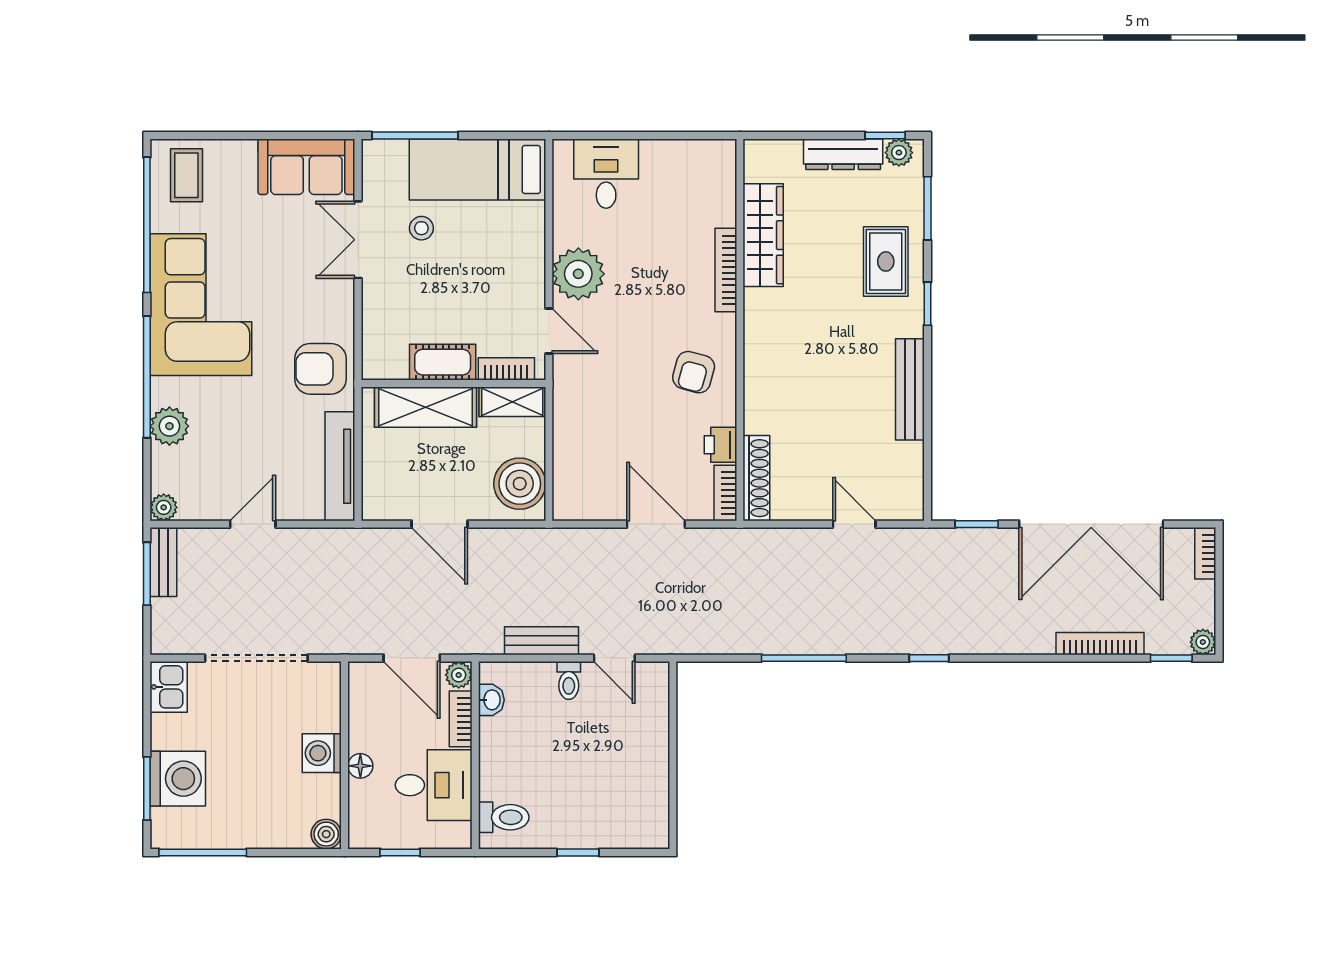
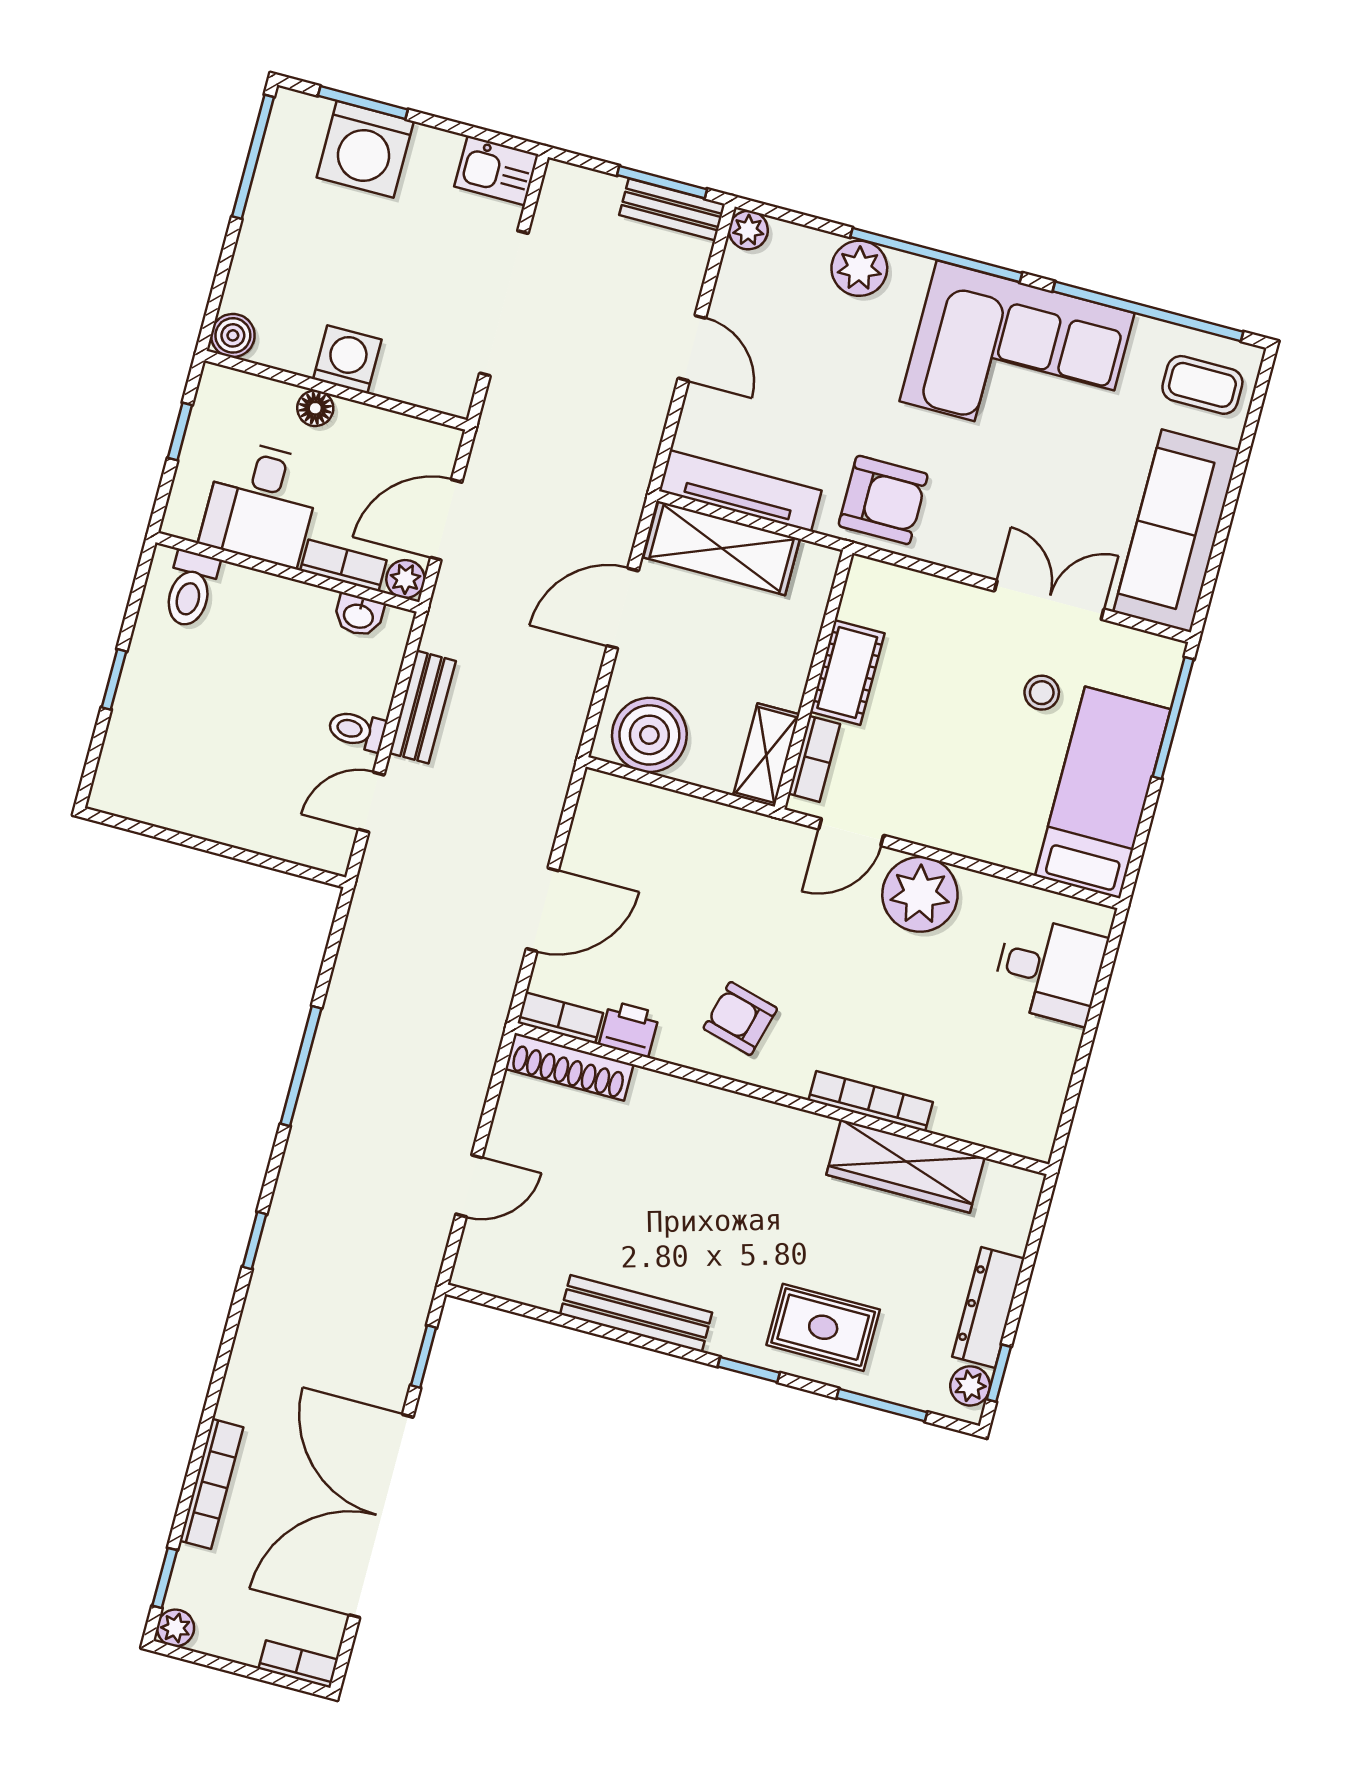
sofa: (306, 167) -> (1176, 531), width x1.36
armchair: (321, 369) -> (883, 500), turned 90
shelving: (425, 407) -> (722, 548), moved, turned 90

